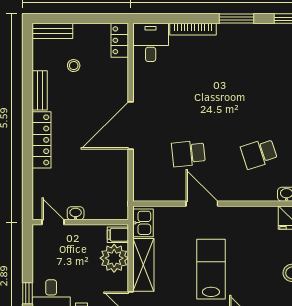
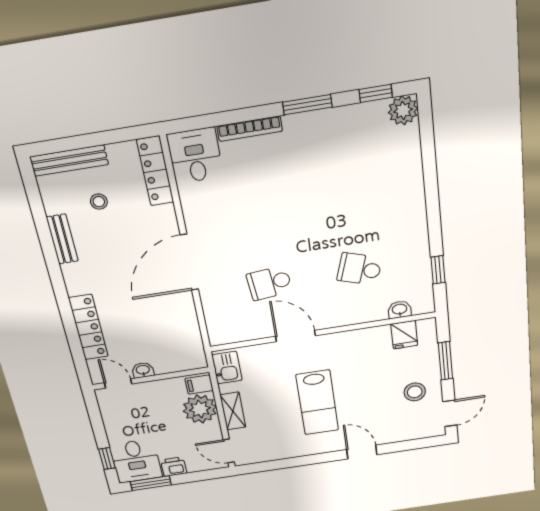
bench: (52, 31) -> (69, 161), width x1.36
locker: (120, 40) -> (155, 171), width x1.53
locker: (42, 140) -> (88, 327), moved
school desk: (259, 154) -> (359, 269), turned 36
shelving: (143, 265) -> (233, 411), width x0.67, depth x0.75
lab bench: (211, 269) -> (317, 403), turned 180

